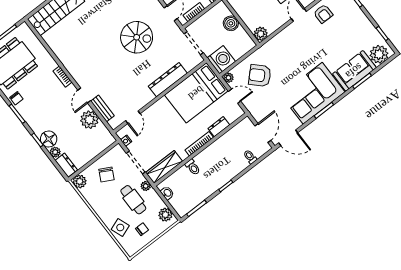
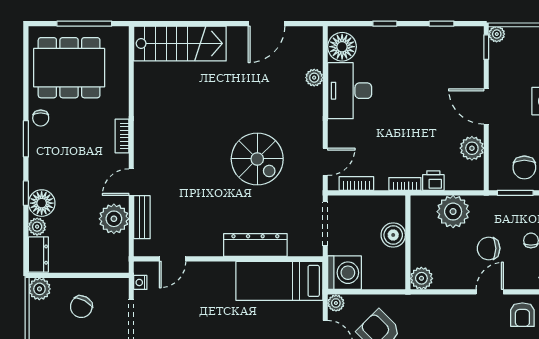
bed: (196, 93) -> (279, 281), width x0.67

